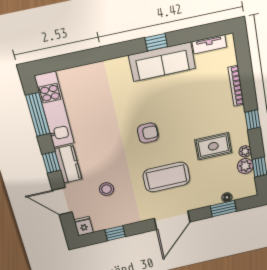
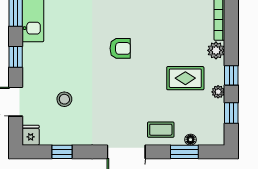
window: (253, 120) -> (231, 75), moved
kitchen counter: (68, 164) -> (32, 63), removed
plant: (245, 166) -> (216, 50), moved
coffee table: (167, 177) -> (161, 130), moved, width x0.54, depth x0.58

